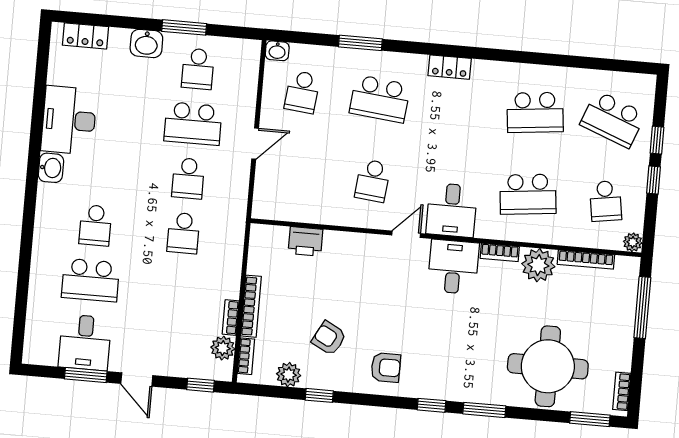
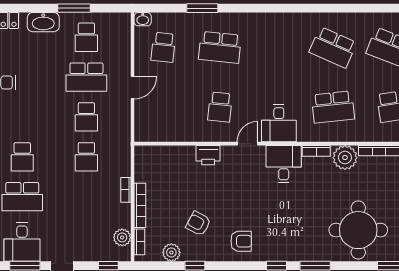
washbasin: (146, 43) -> (43, 22), width x1.38
locker: (450, 67) -> (268, 20), removed
school desk: (535, 112) -> (333, 47), turned 30
printer: (305, 241) -> (208, 155), moved
bookcase: (231, 317) -> (126, 190), moved

